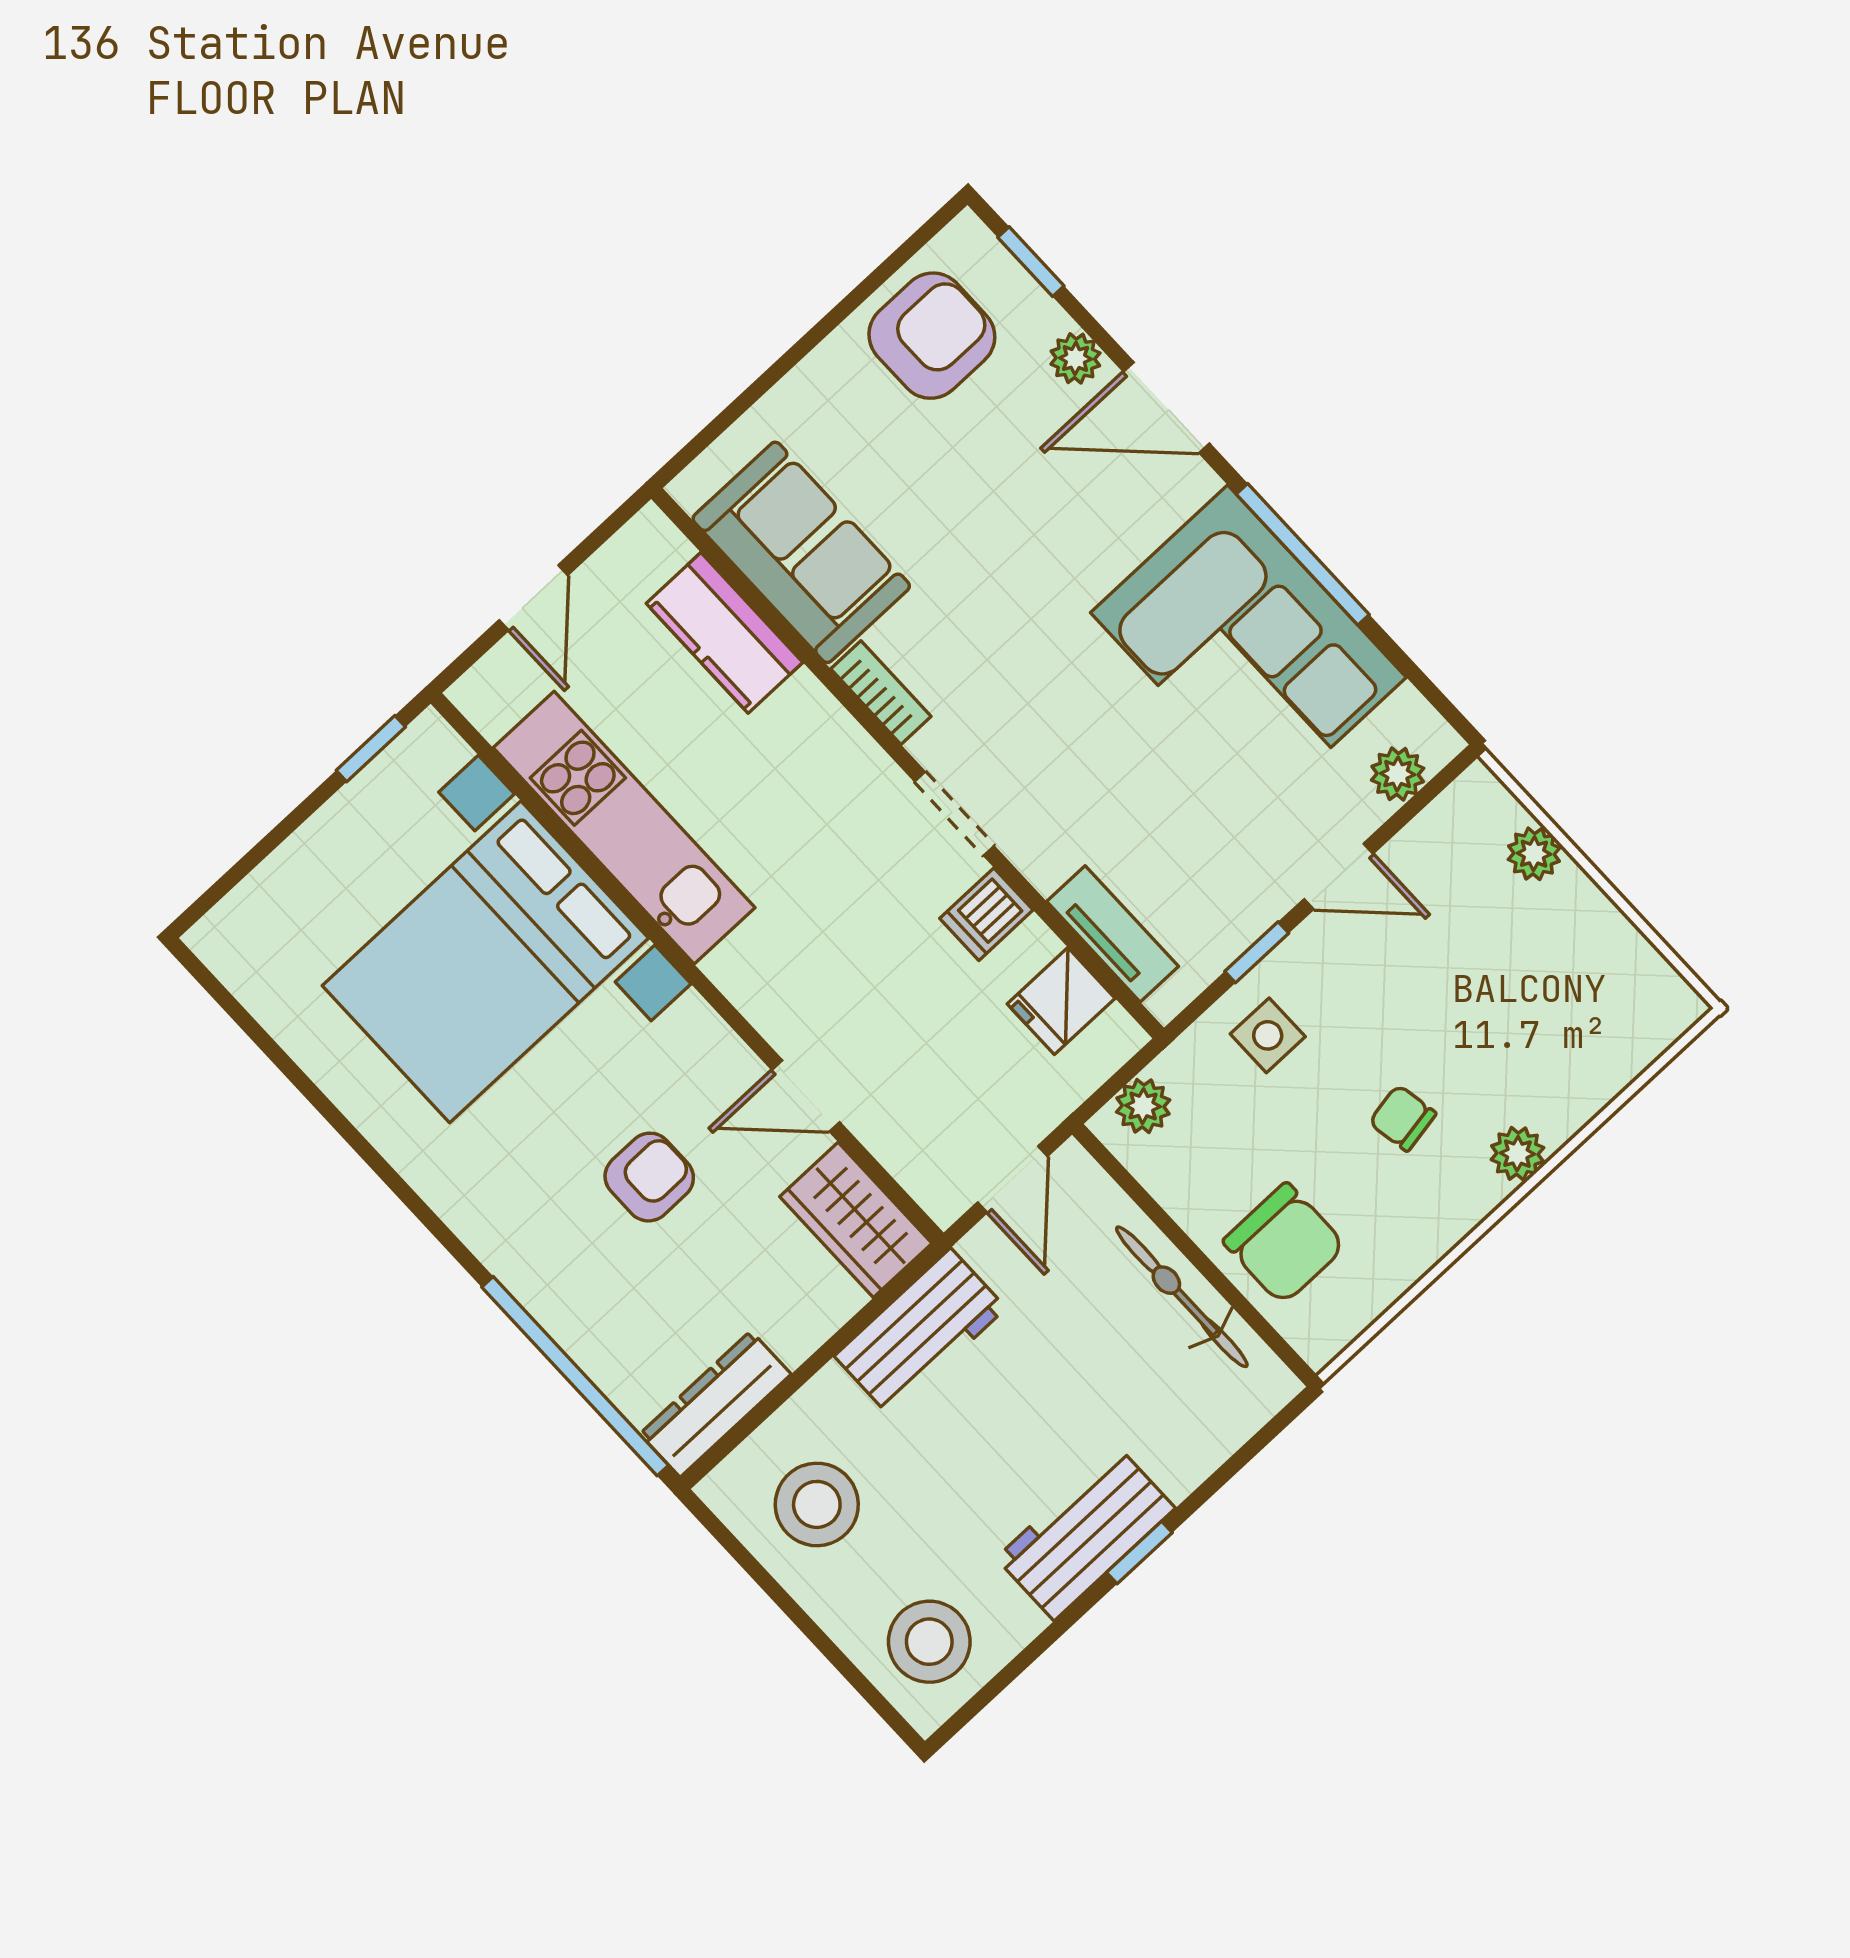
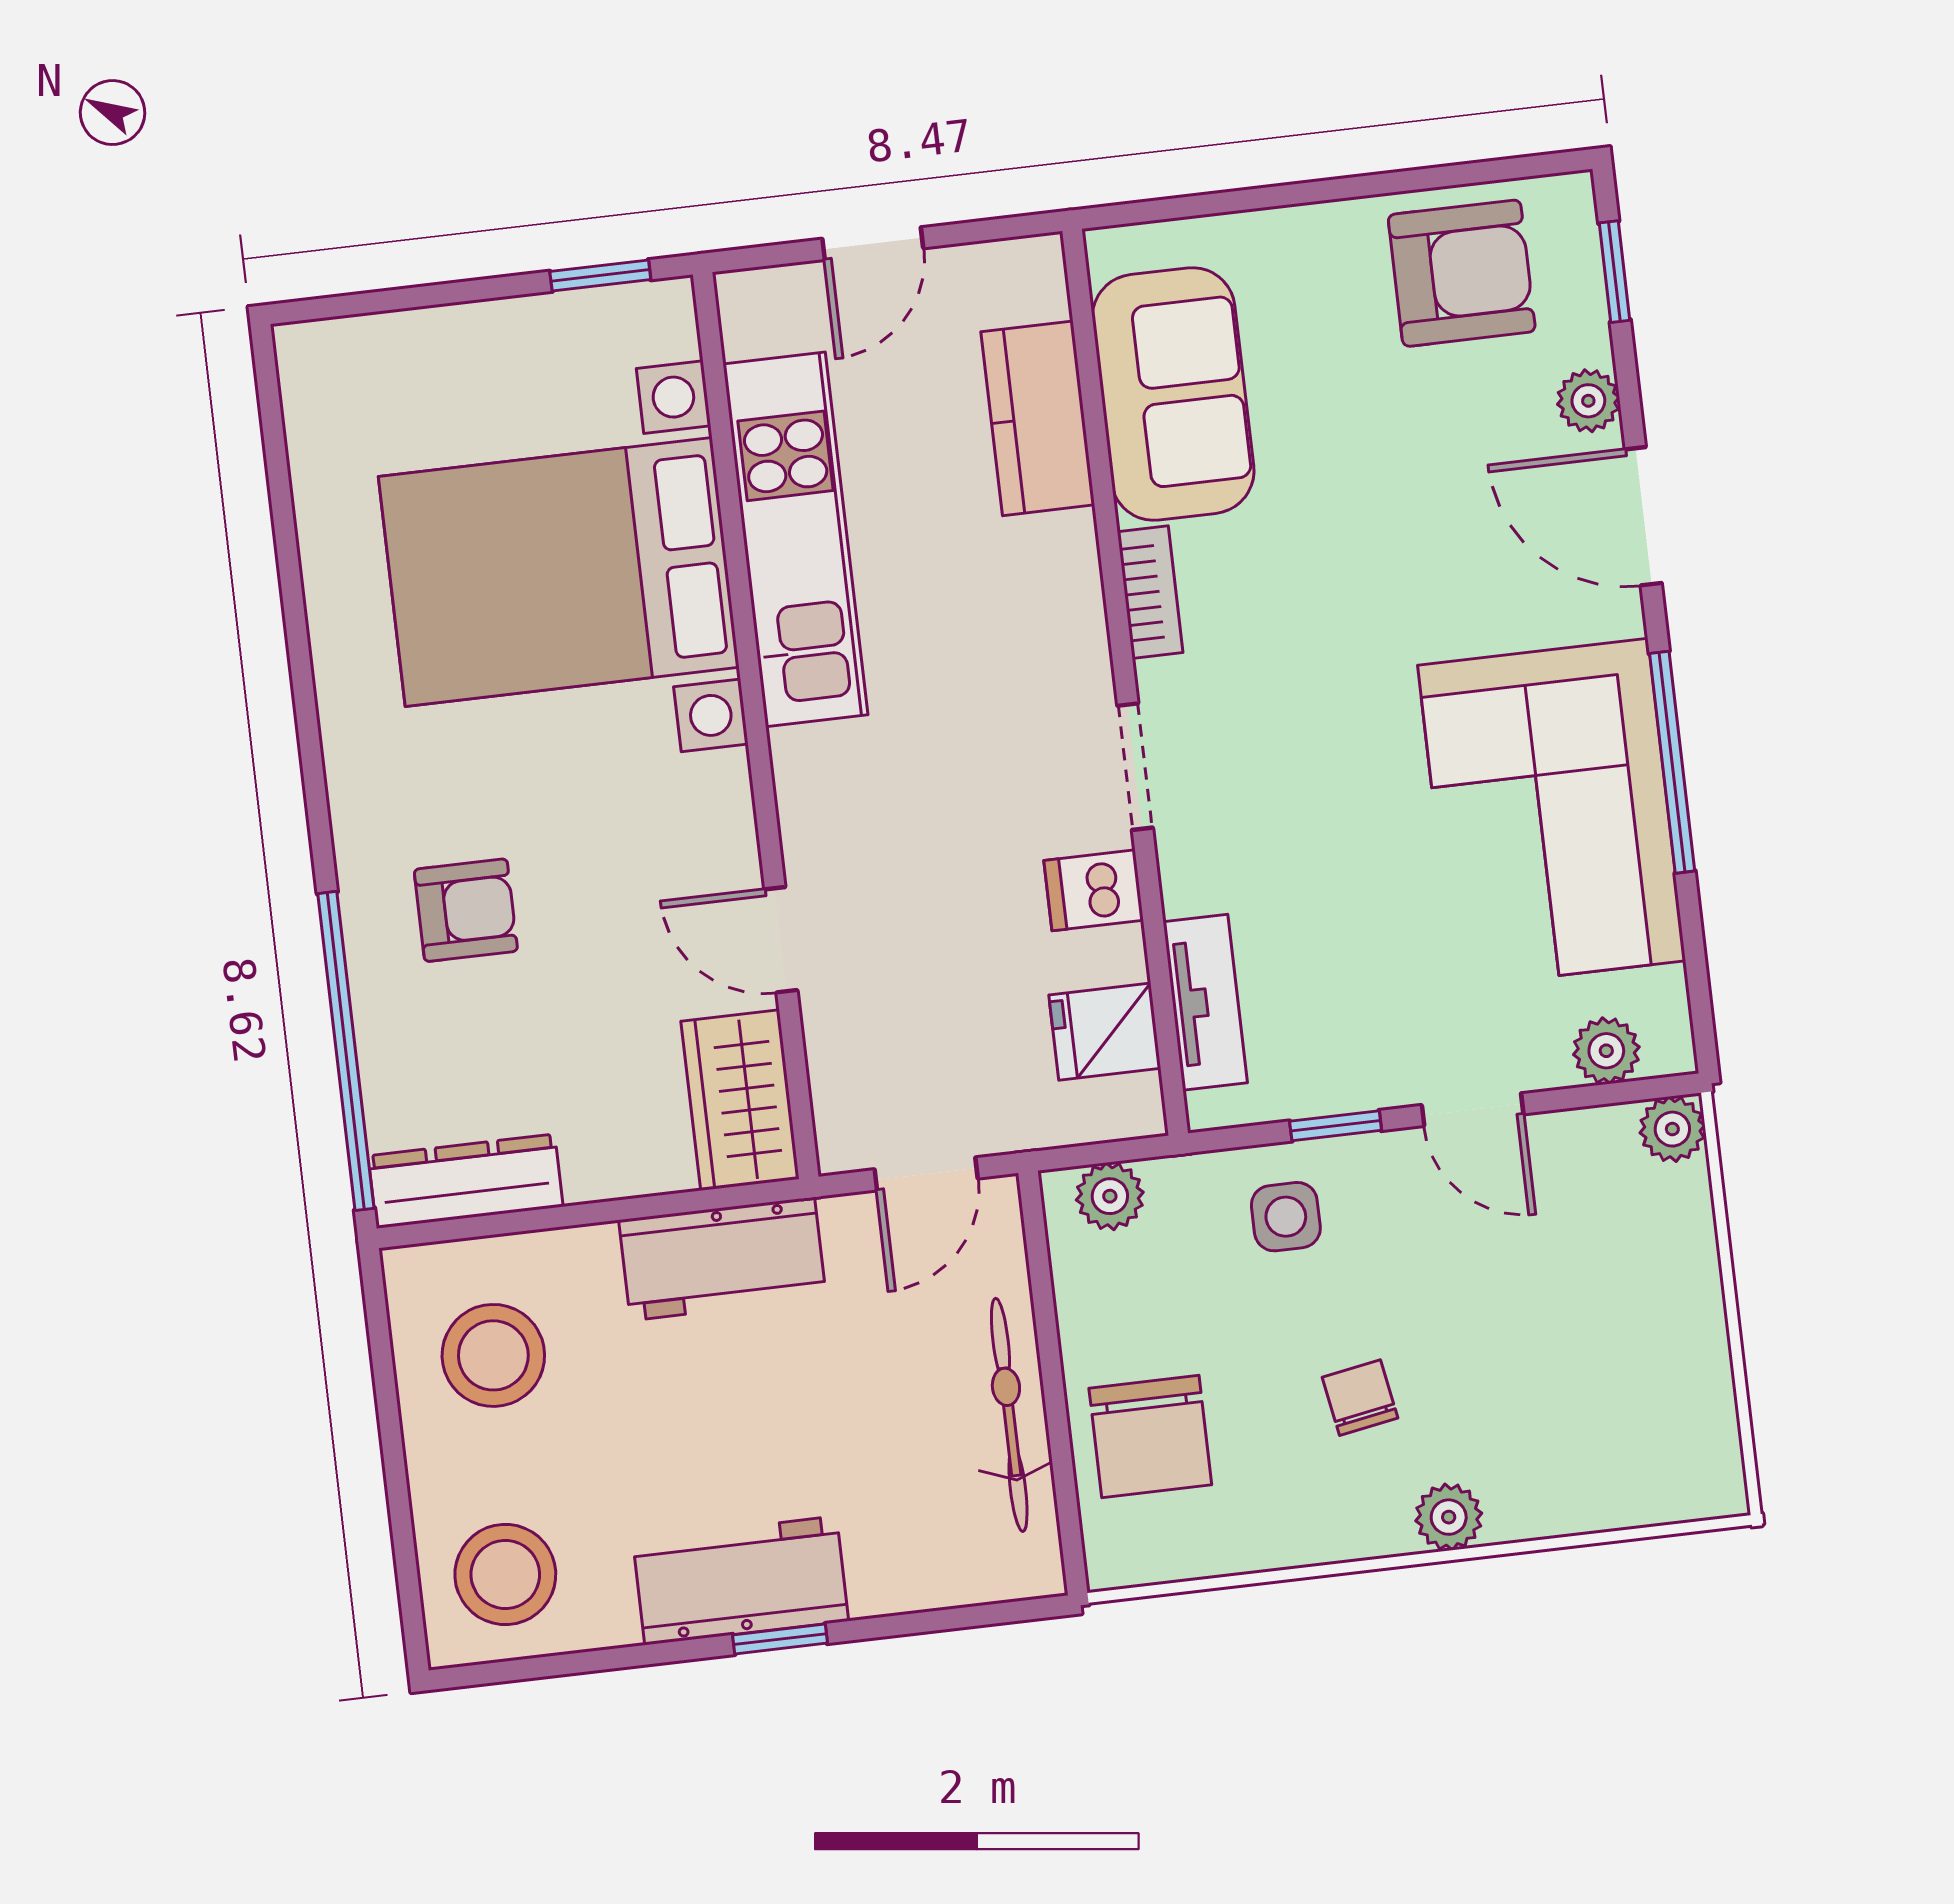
plant: (1534, 854) -> (1672, 1129), moved
armchair: (649, 1177) -> (466, 910), moved

